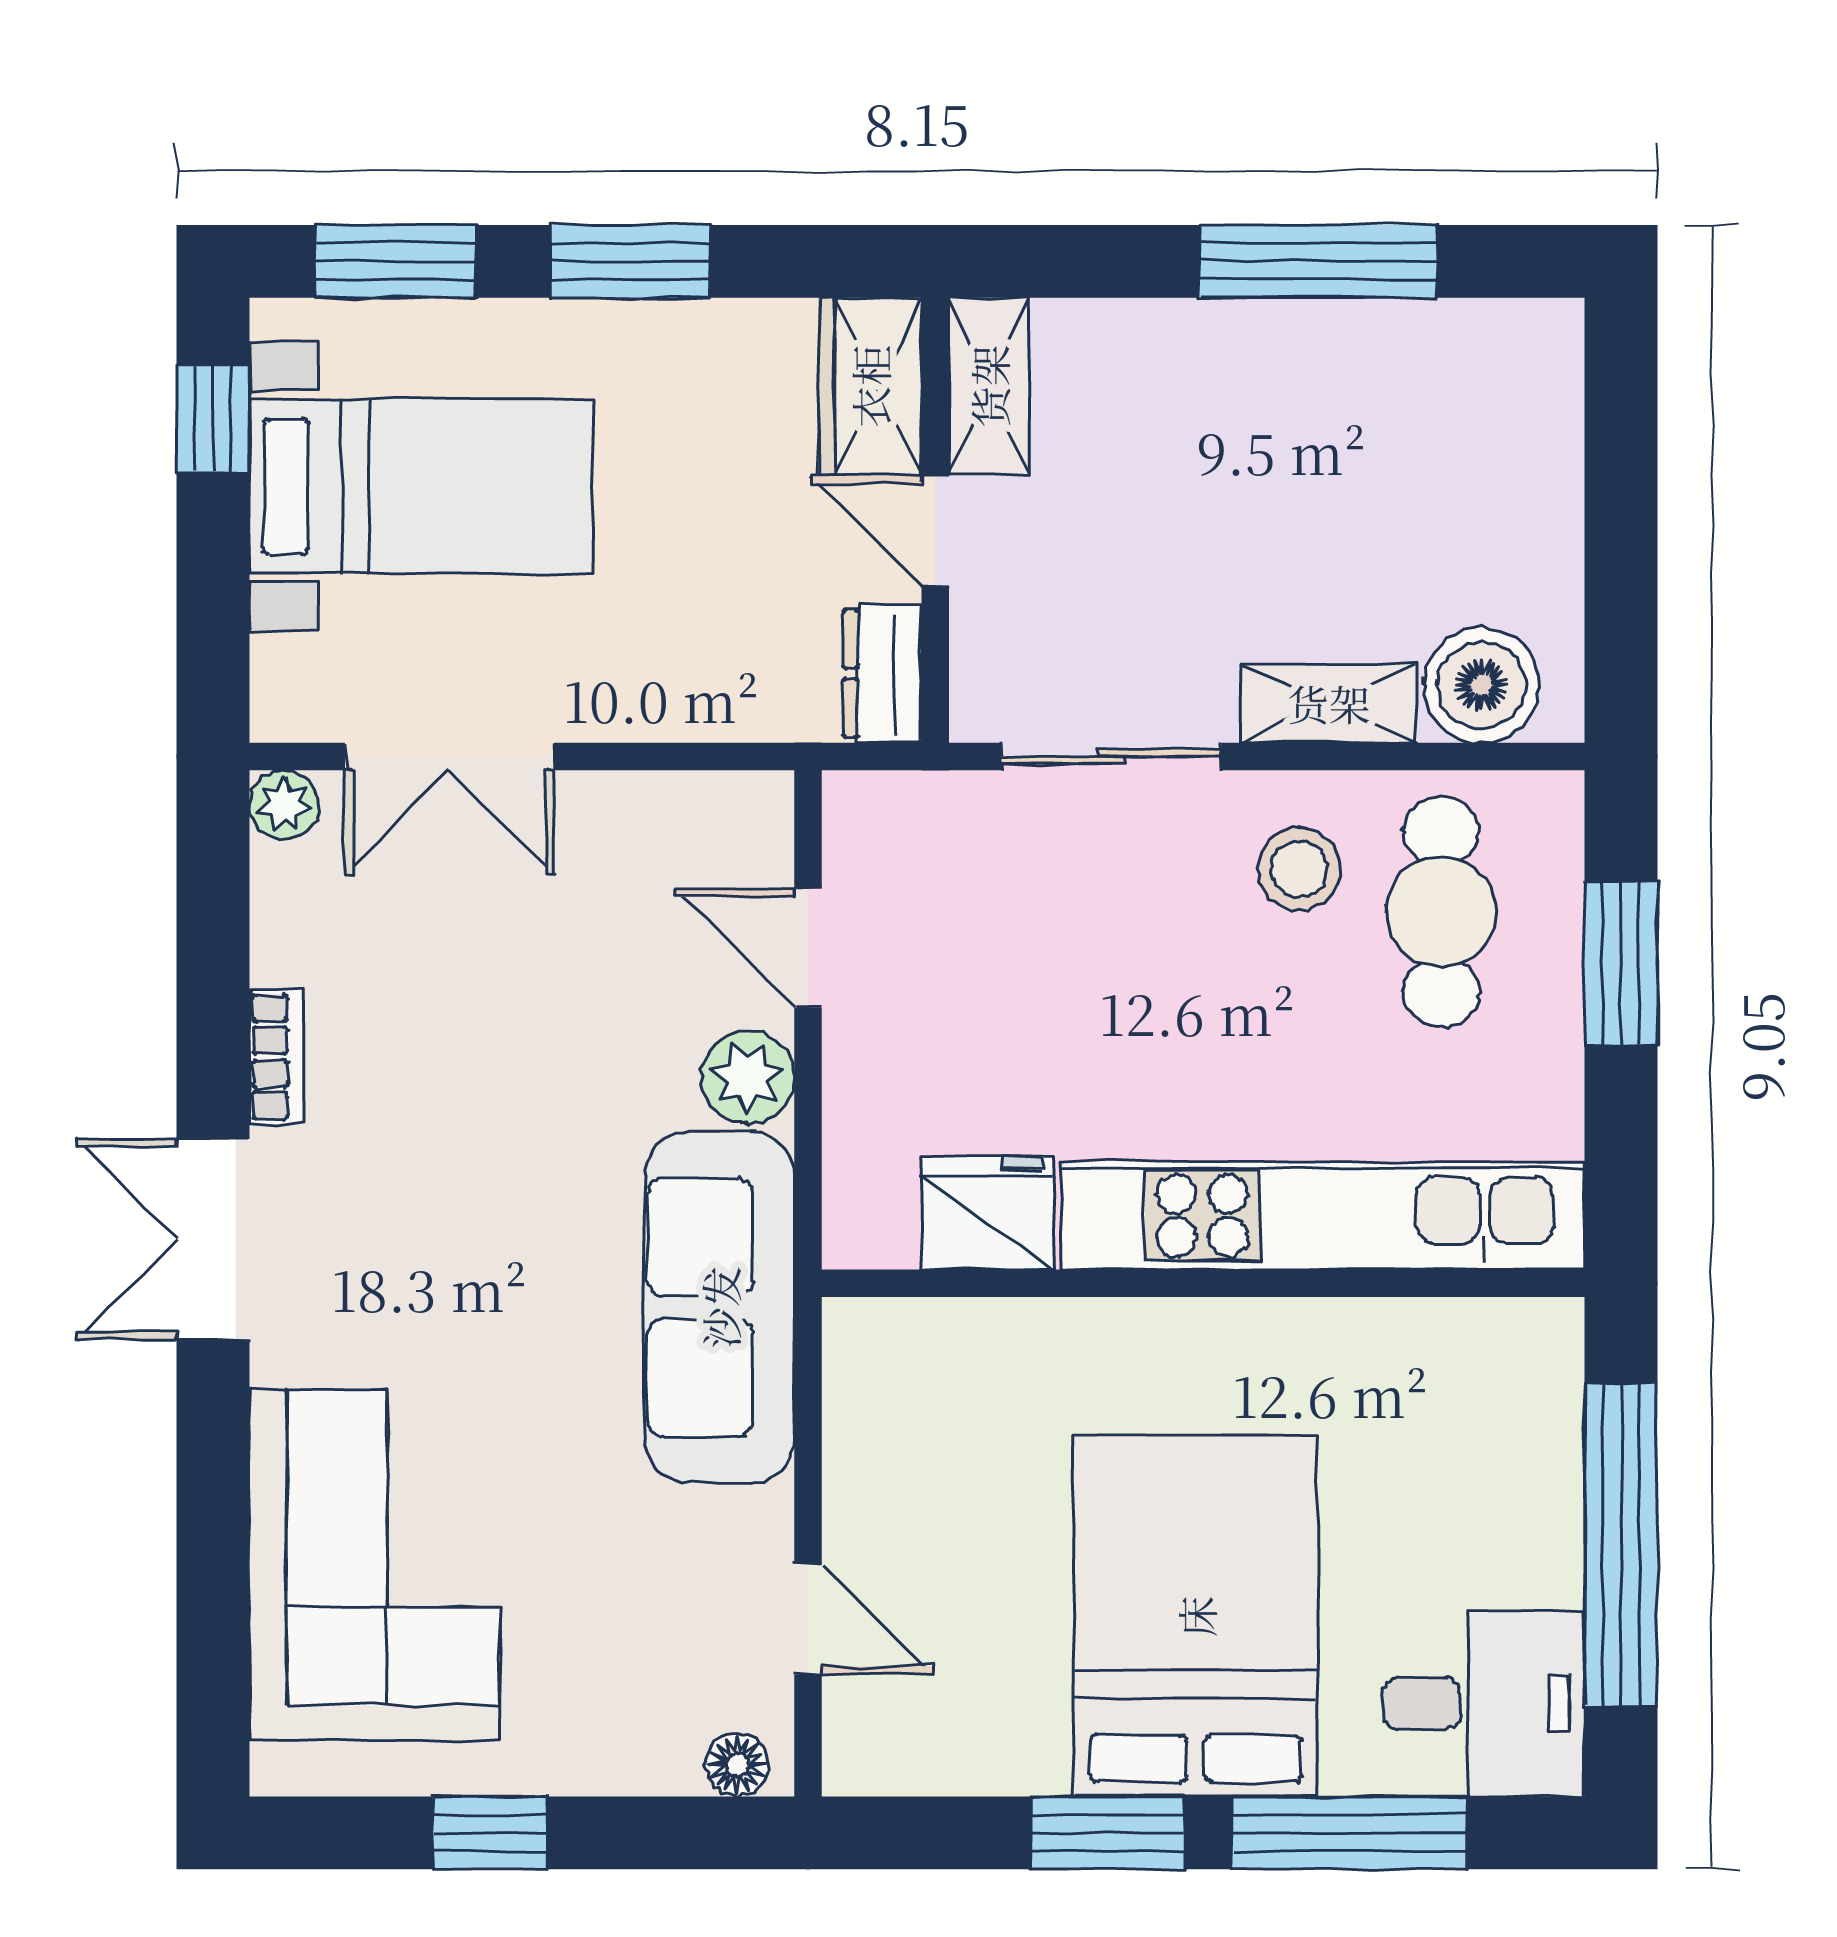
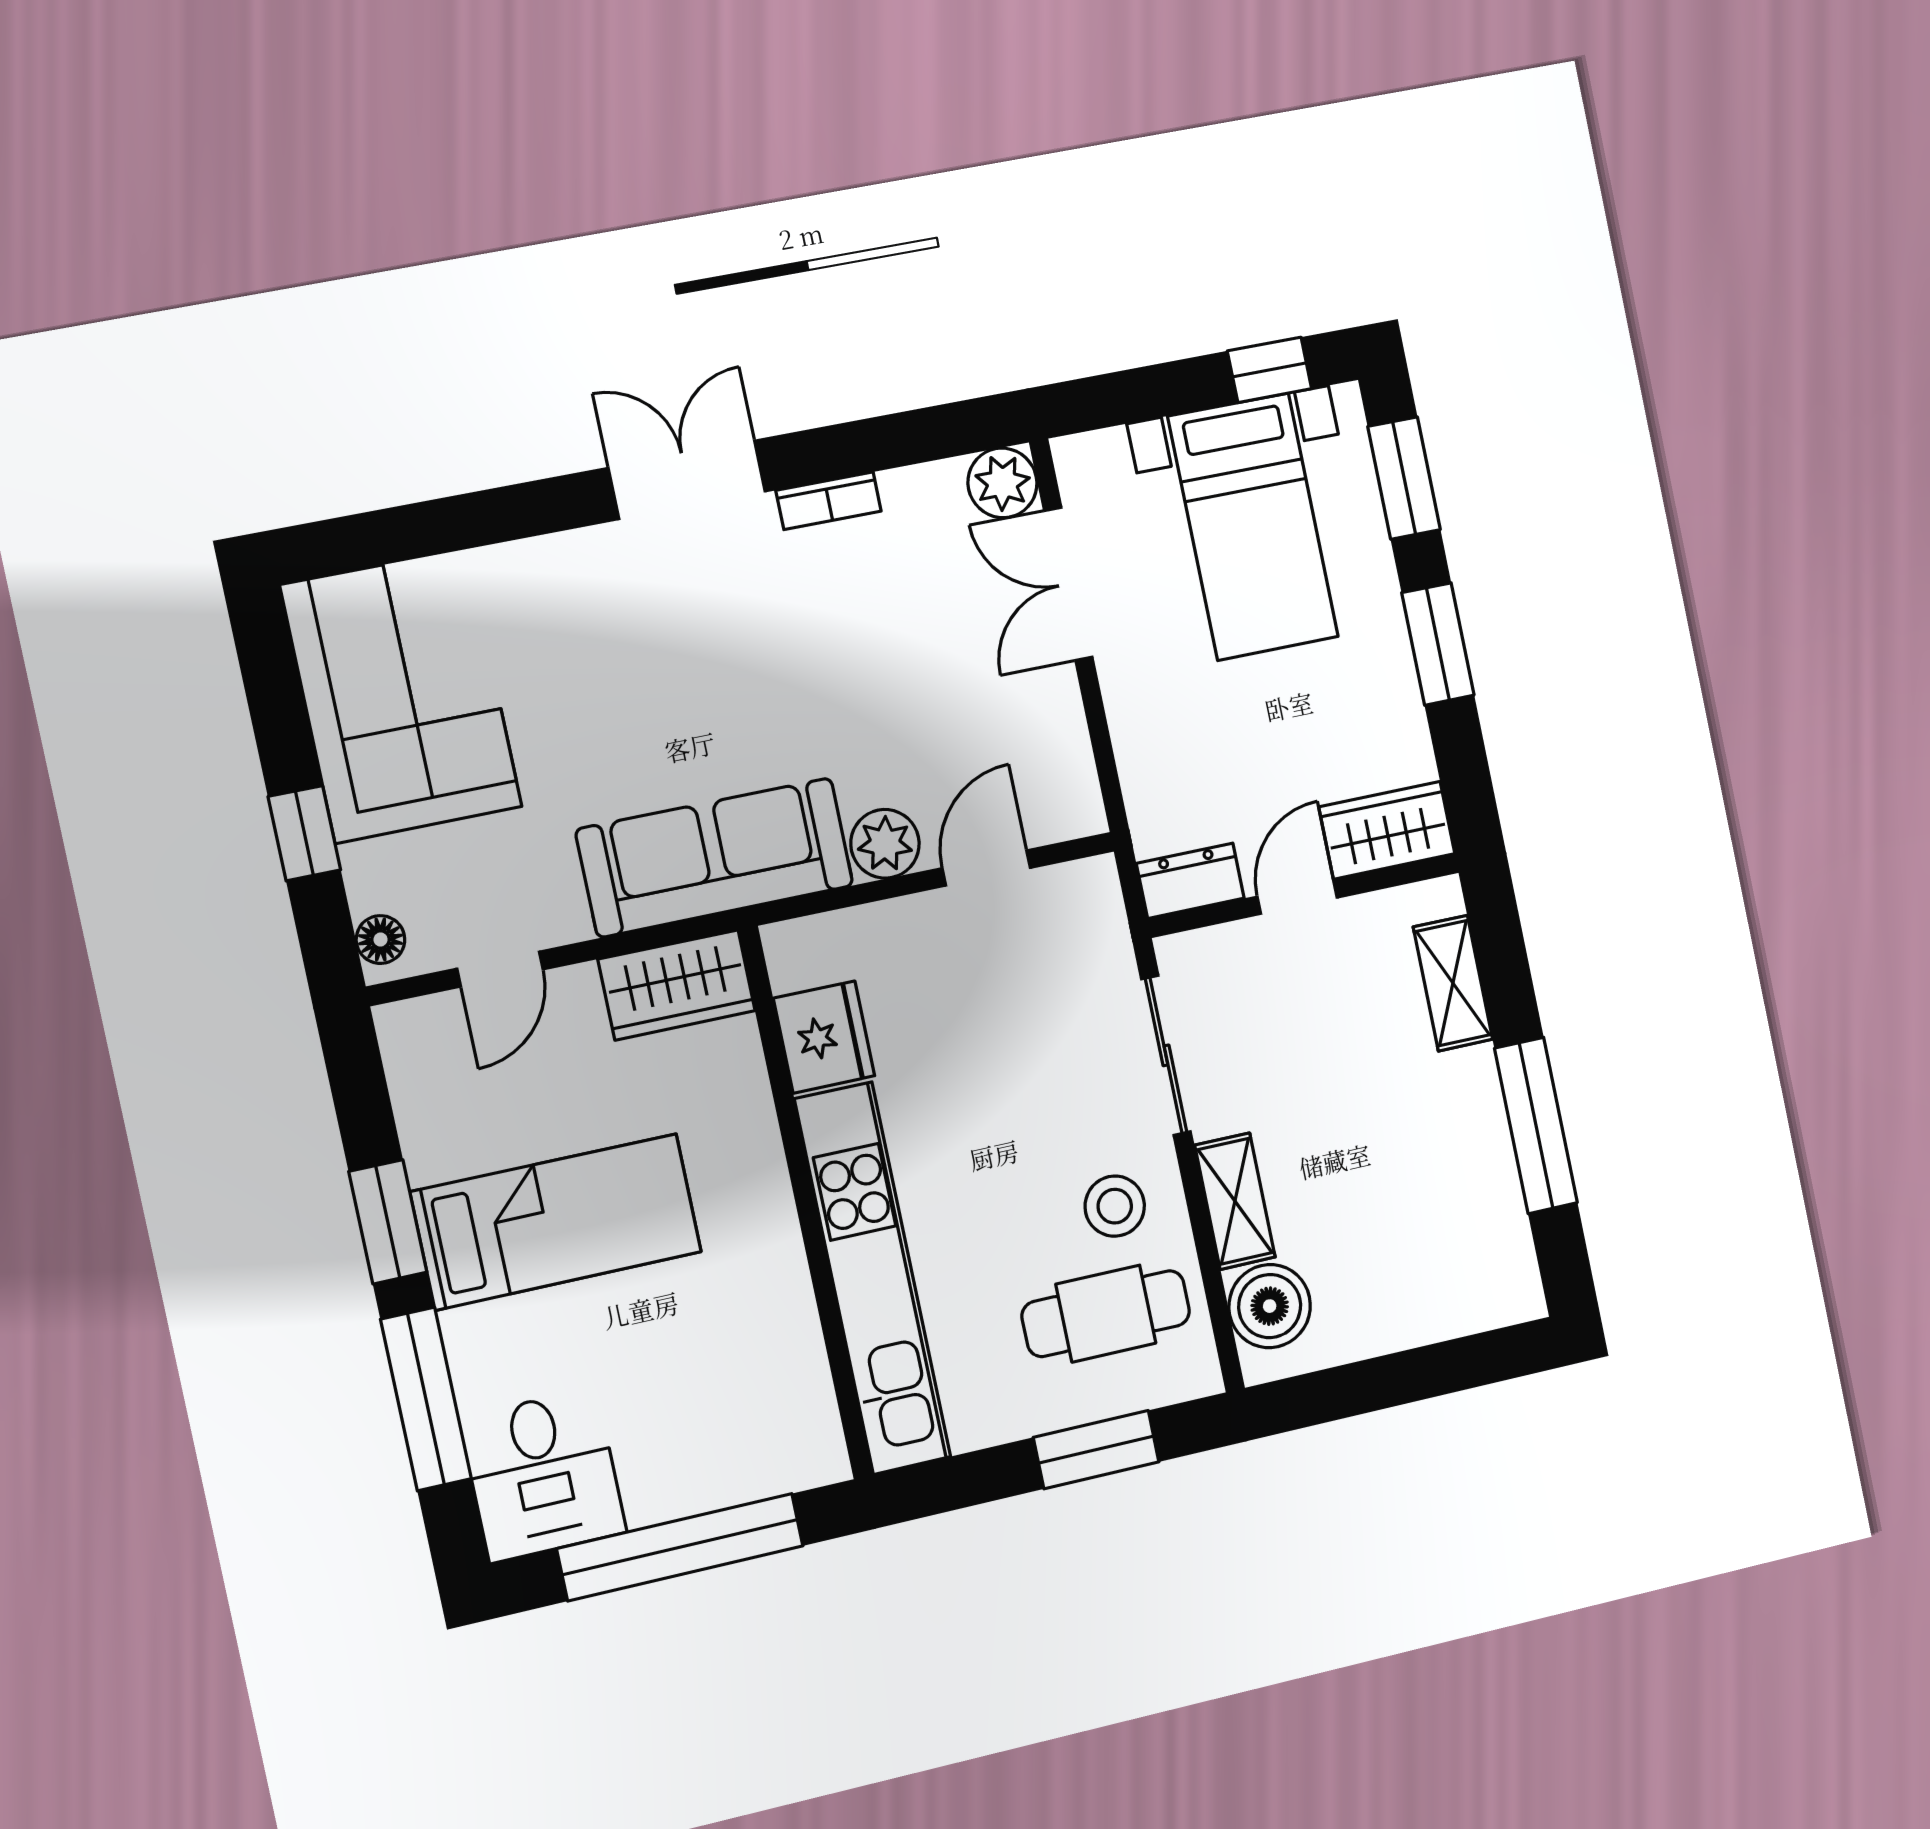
shelving: (989, 386) -> (1453, 983), moved, turned 90
plant: (284, 805) -> (1002, 483), width x1.38, depth x1.38
wardrobe: (877, 1393) -> (677, 985), added
corner sofa: (375, 1565) -> (401, 696), moved, turned -90
bed: (1196, 1616) -> (556, 1222), width x0.67
window: (490, 1833) -> (304, 833), moved

